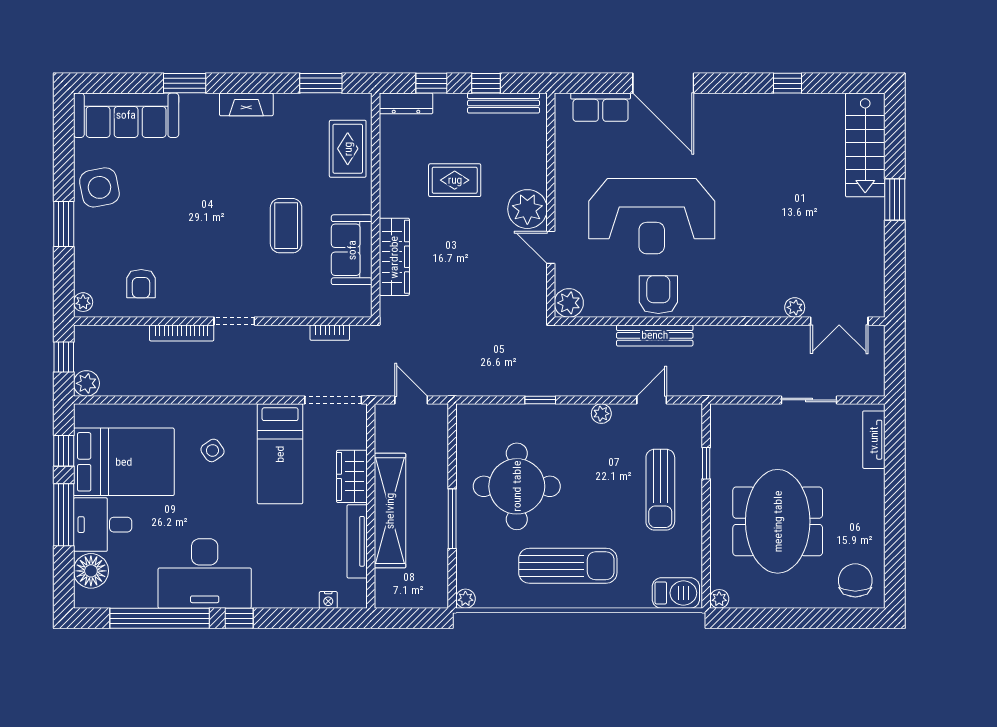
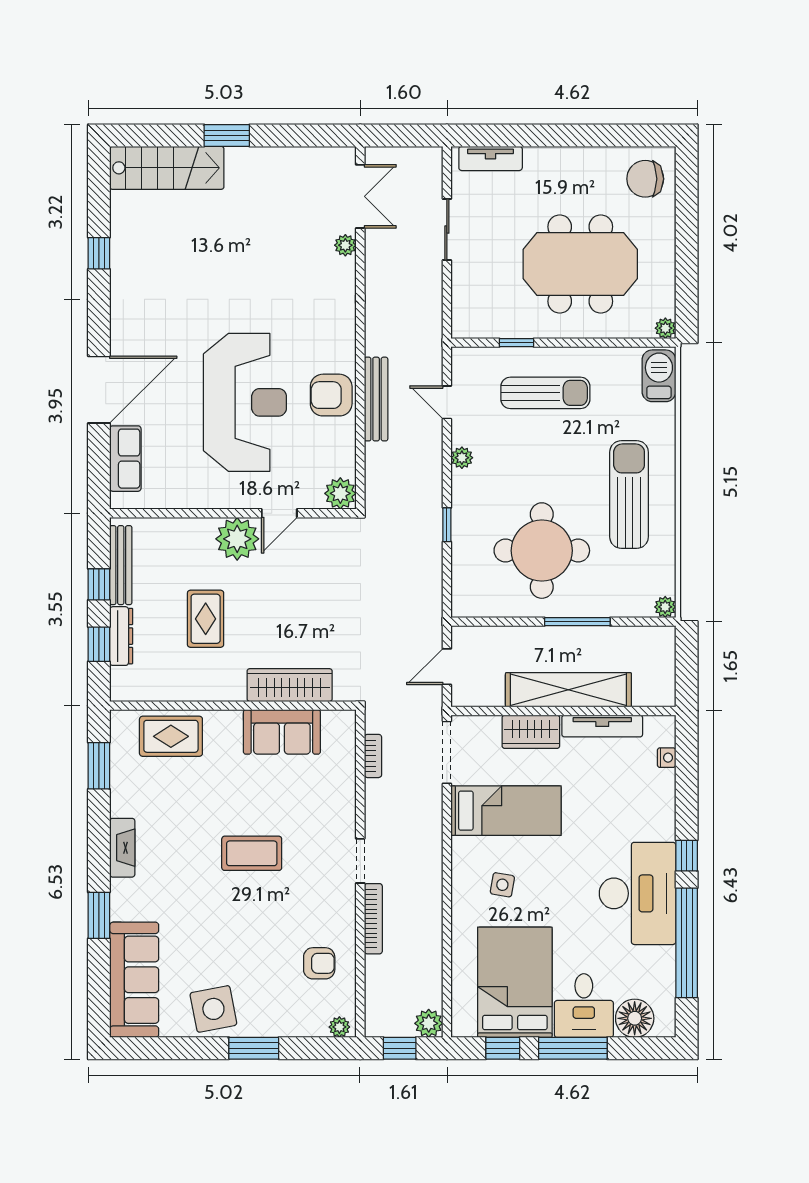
dresser: (406, 103) -> (121, 636), moved
coffee table: (286, 226) -> (252, 853), moved
side table: (213, 450) -> (502, 885), turned 45

